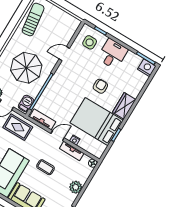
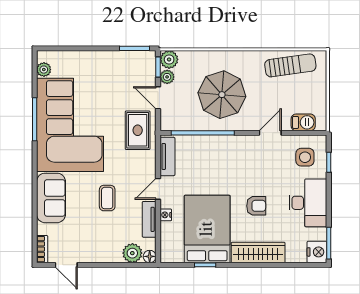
door: (64, 54) -> (270, 133), hinge flipped
desk: (112, 54) -> (308, 203), width x1.37
barbecue: (26, 104) -> (303, 122), moved
wardrobe: (124, 106) -> (258, 252), width x1.50
door: (58, 136) -> (158, 189), swing flipped
plant: (76, 187) -> (132, 253), moved

